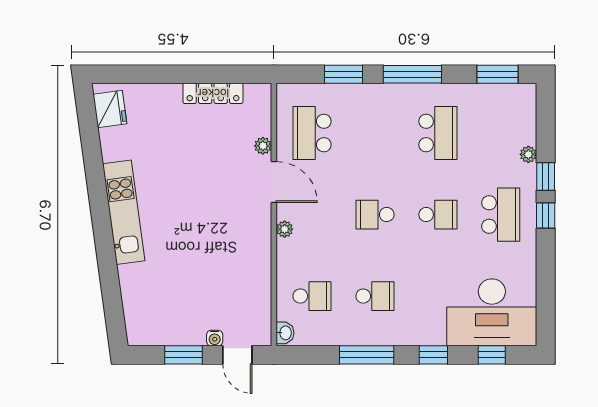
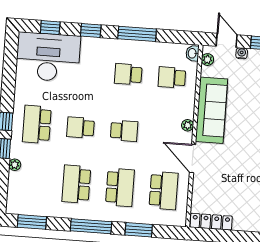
locker: (213, 93) -> (211, 222), moved
school desk: (375, 133) -> (120, 187), added
plant: (263, 146) -> (207, 60), moved
sofa: (252, 253) -> (211, 110), added

